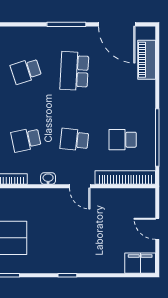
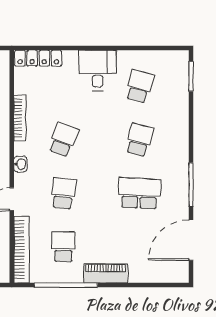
piano: (147, 60) -> (106, 273), moved
school desk: (26, 71) -> (139, 140), turned 33
school desk: (26, 140) -> (63, 140), turned 33

